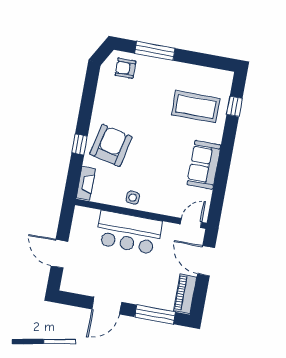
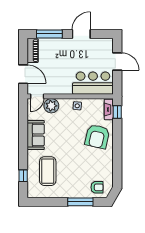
coffee table: (196, 107) -> (48, 171), turned 90
window: (80, 144) -> (117, 112), moved
plant: (172, 205) -> (51, 106), added
bar counter: (129, 233) -> (93, 83), moved

